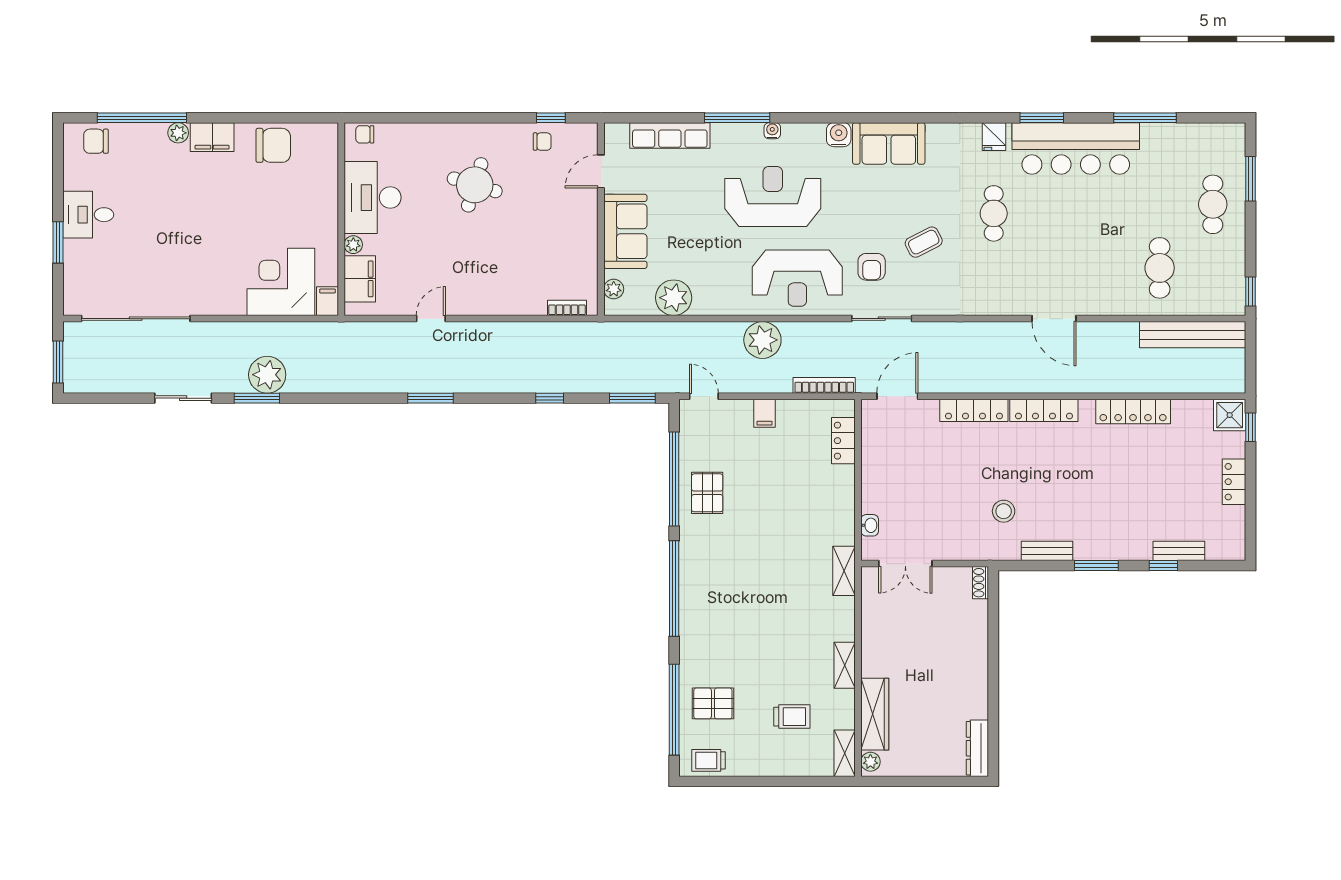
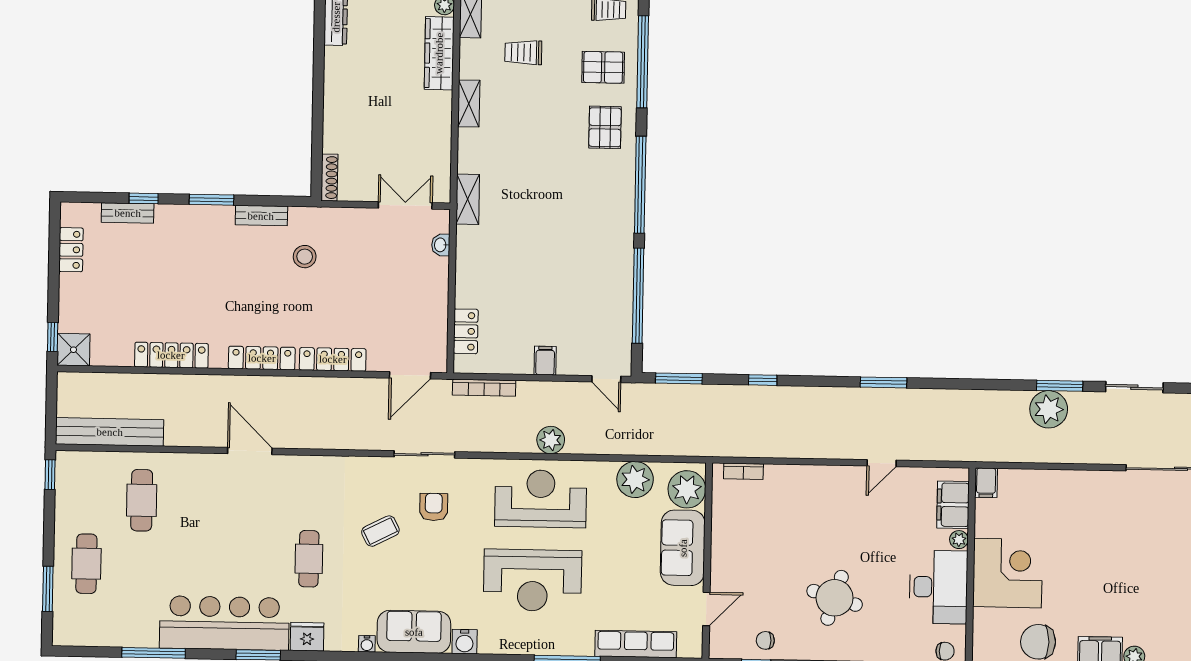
water cooler: (772, 131) -> (367, 644), moved
fridge: (994, 137) -> (307, 637), width x1.38
reception desk: (797, 278) -> (541, 499), moved
corner desk: (281, 282) -> (1008, 573), moved, turned -90
plant: (614, 289) -> (687, 489), width x1.87, depth x1.87
plant: (762, 340) -> (551, 440), width x0.73, depth x0.73
locker: (1234, 482) -> (71, 250), moved
pallet: (707, 493) -> (605, 127), moved
shoe rack: (981, 583) -> (329, 177), width x1.43

